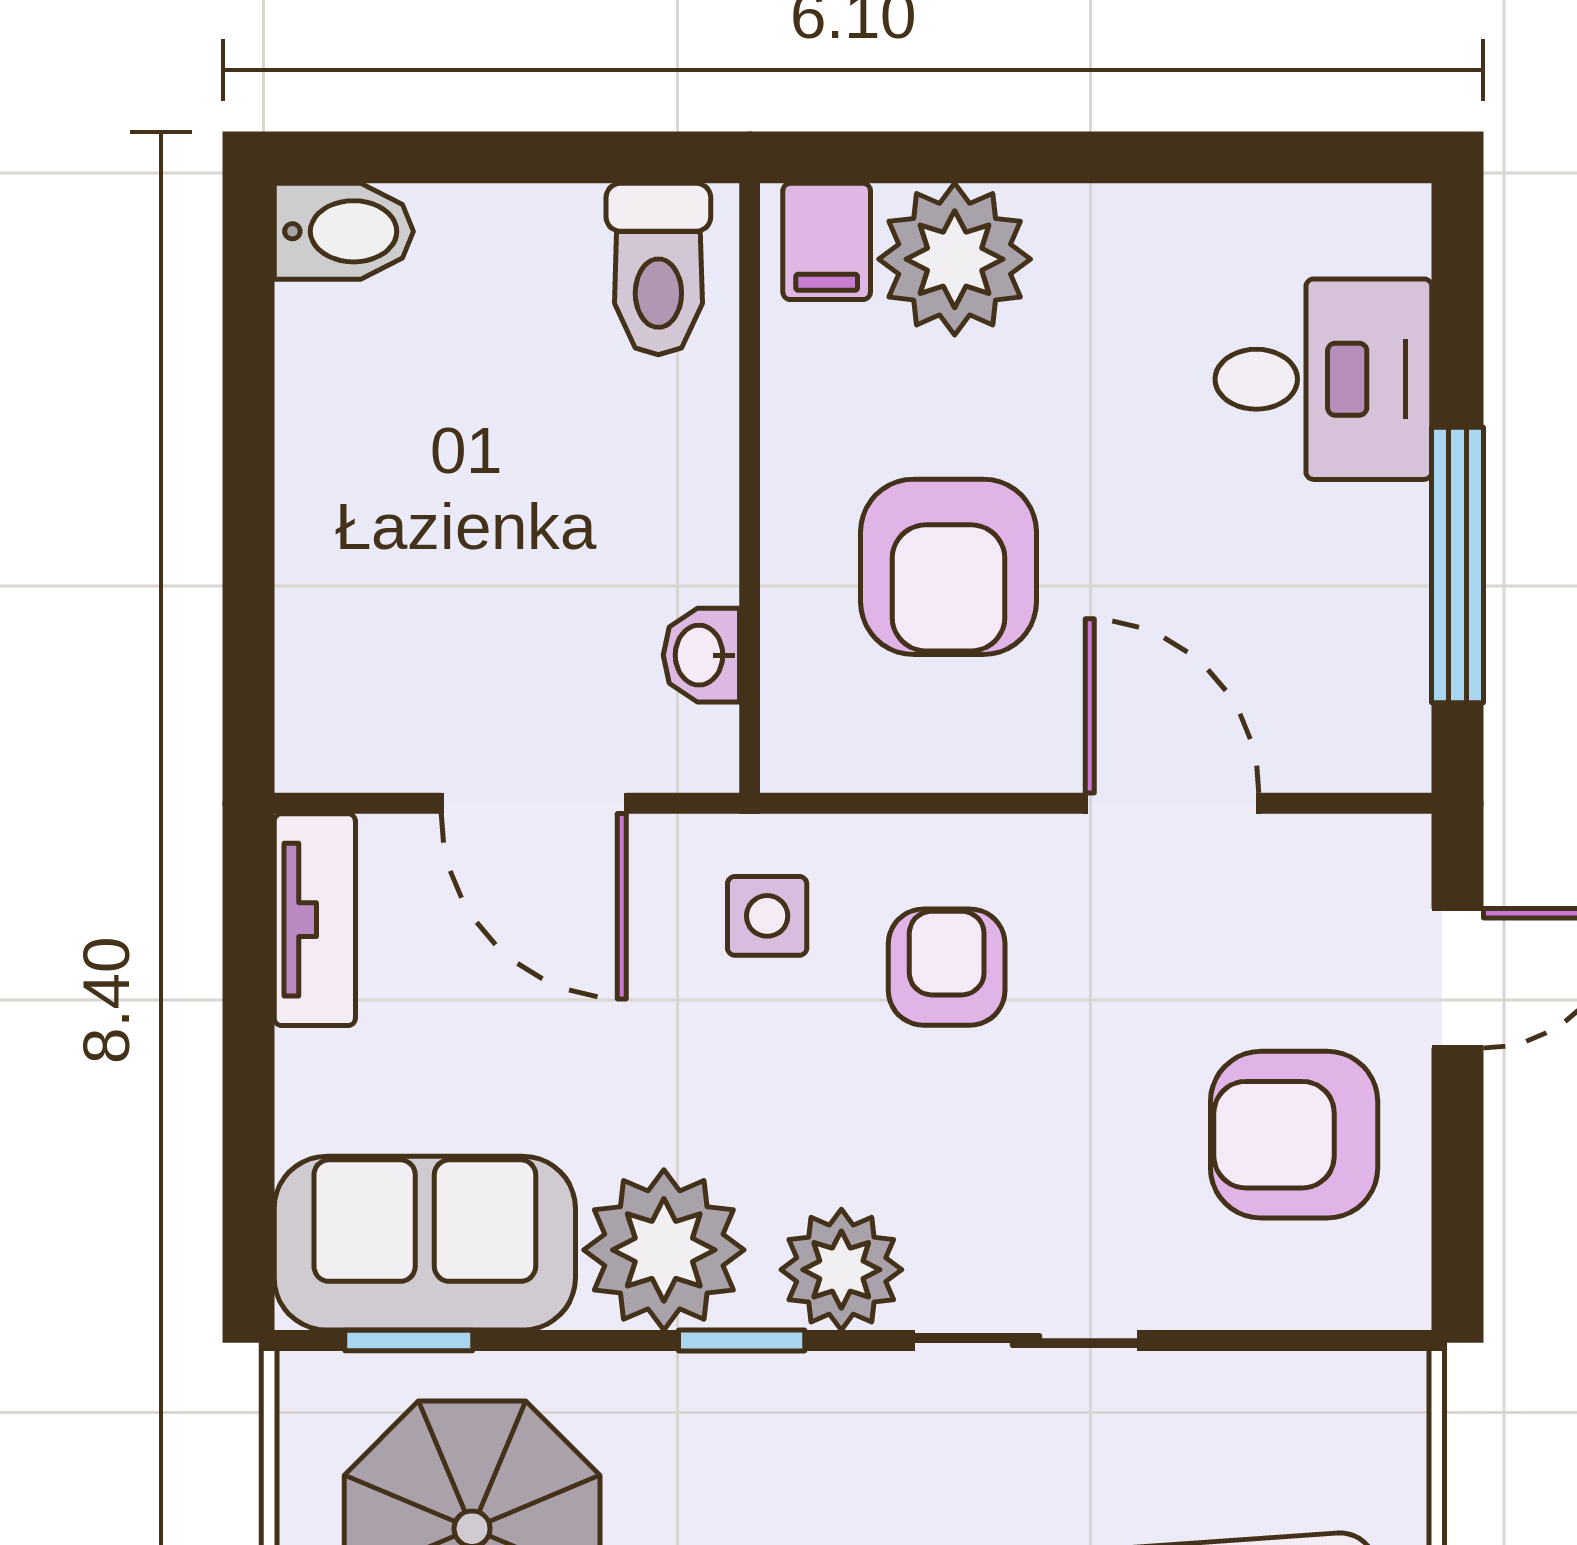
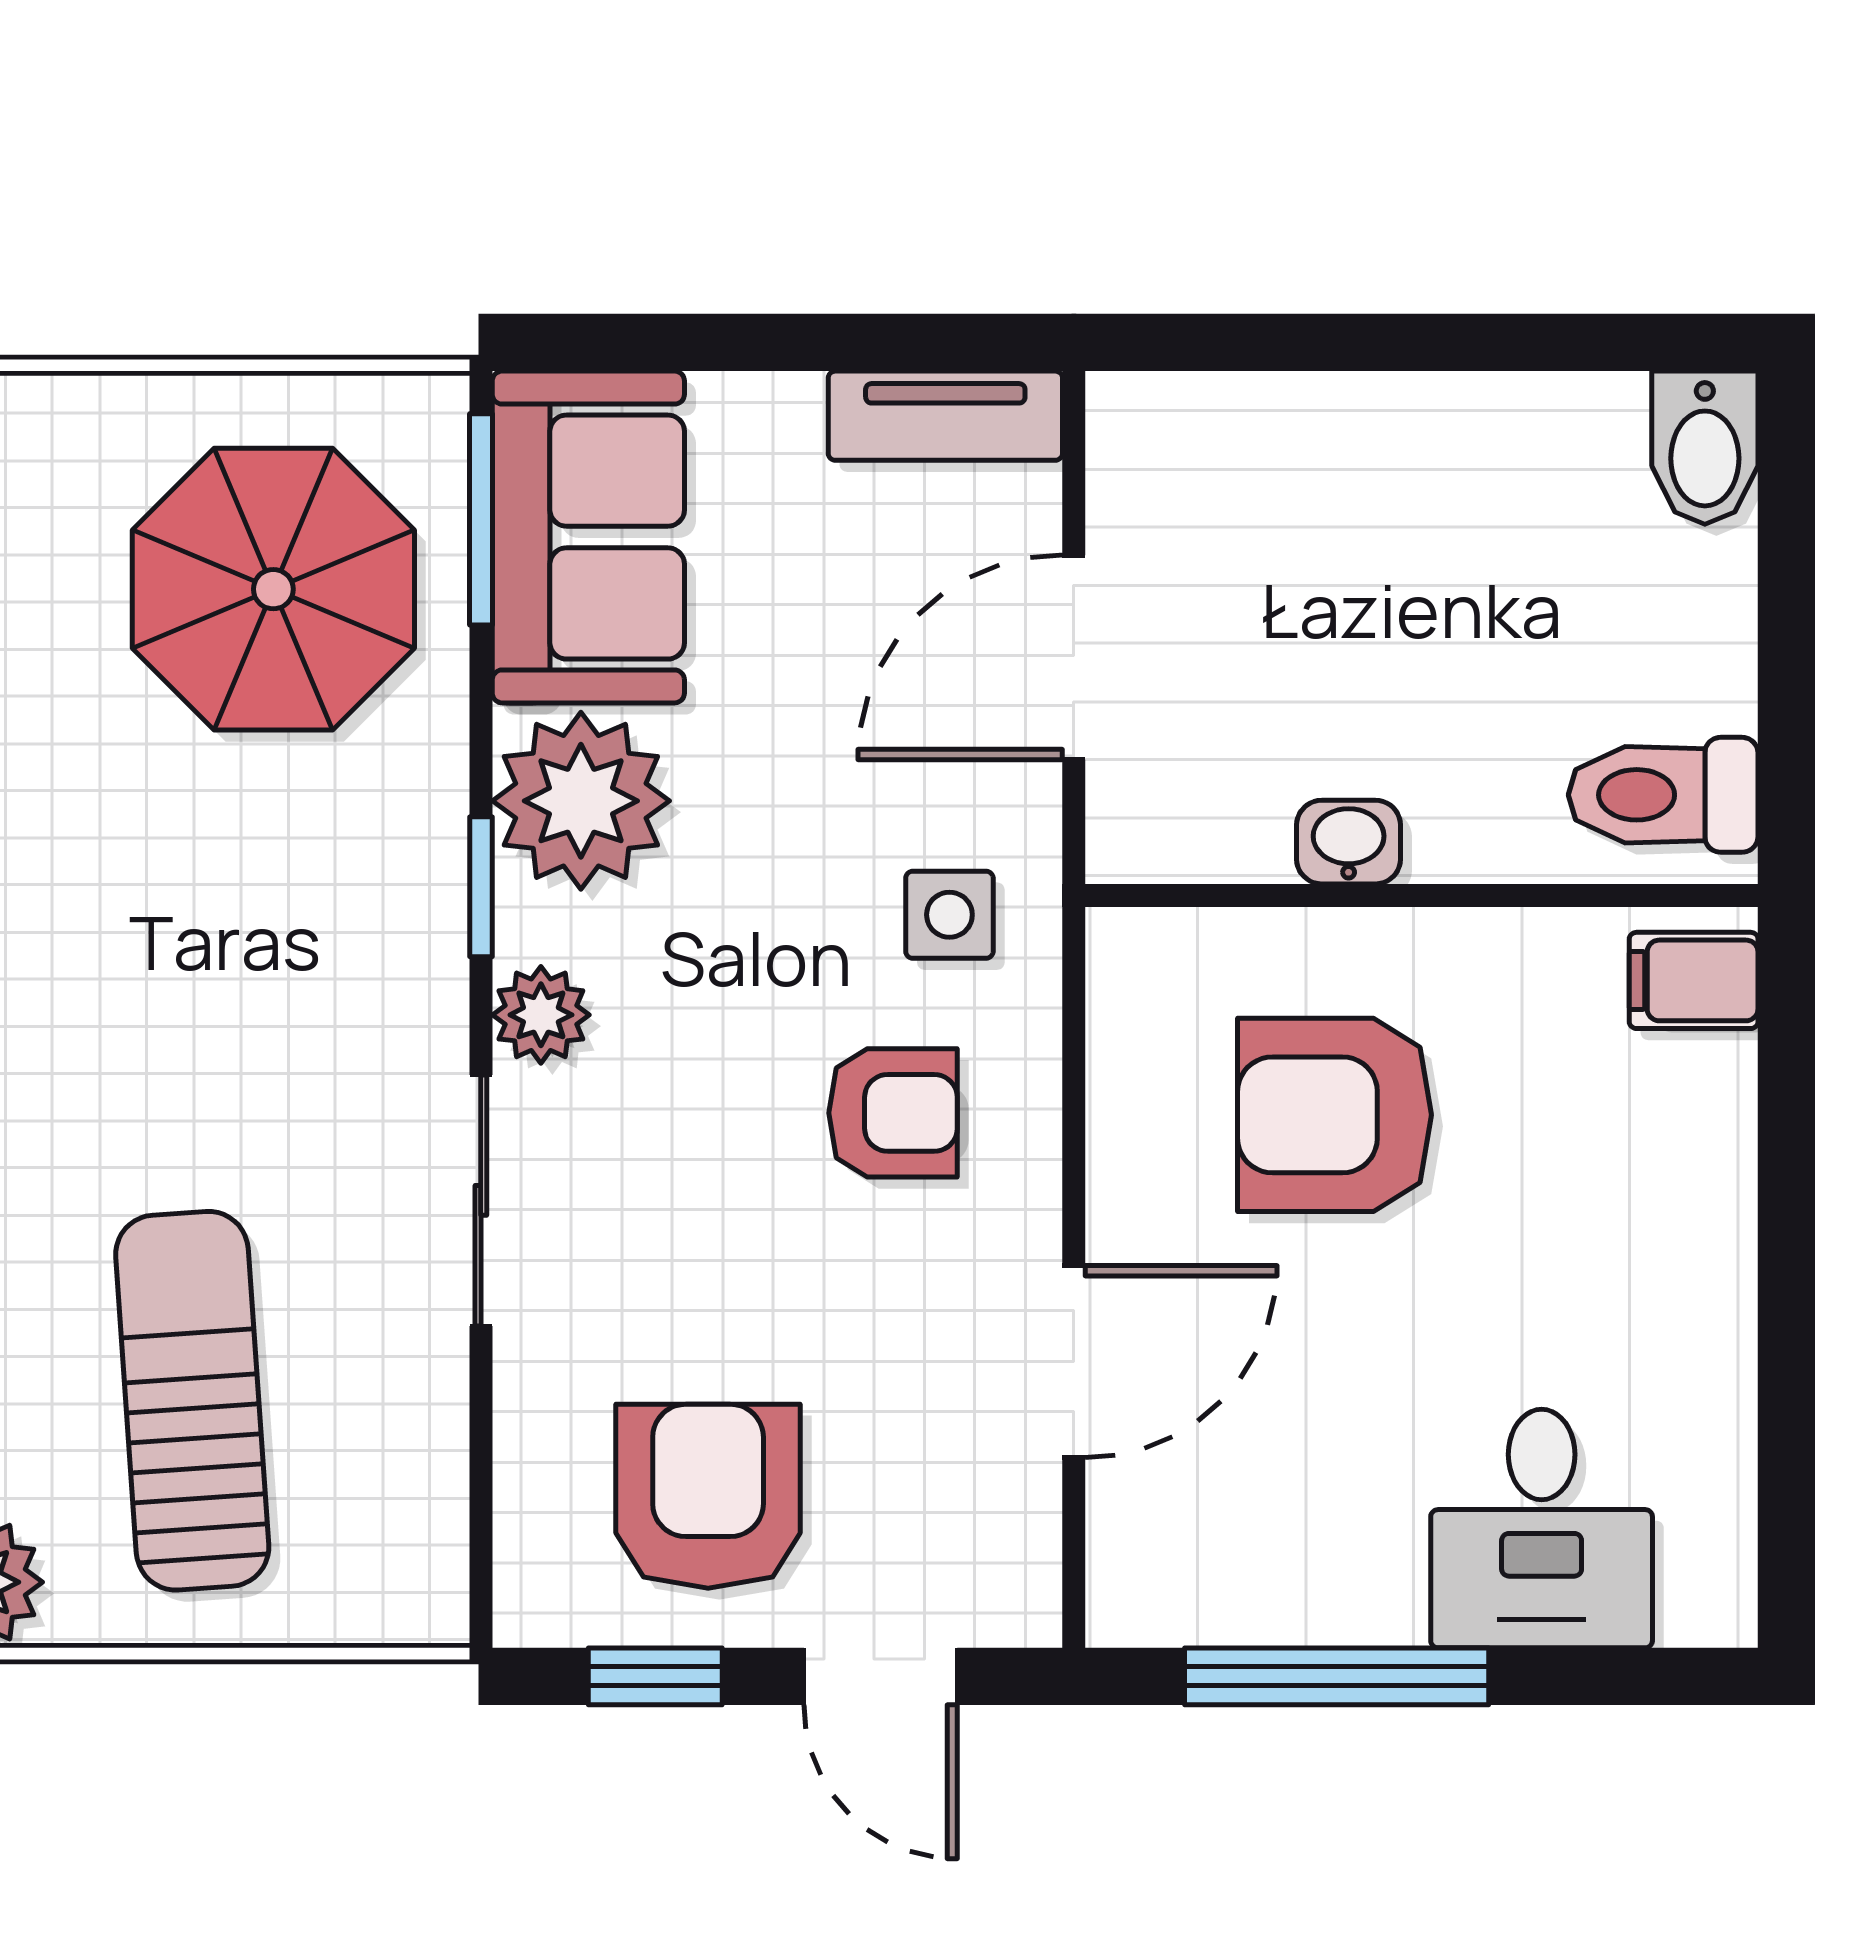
plant: (955, 259) -> (1674, 1122), removed
washbasin: (701, 655) -> (1349, 842), moved
window: (1457, 1183) -> (655, 1676), added
plant: (841, 1270) -> (541, 1015), width x0.73, depth x0.73
window: (409, 1341) -> (481, 519), width x1.50

